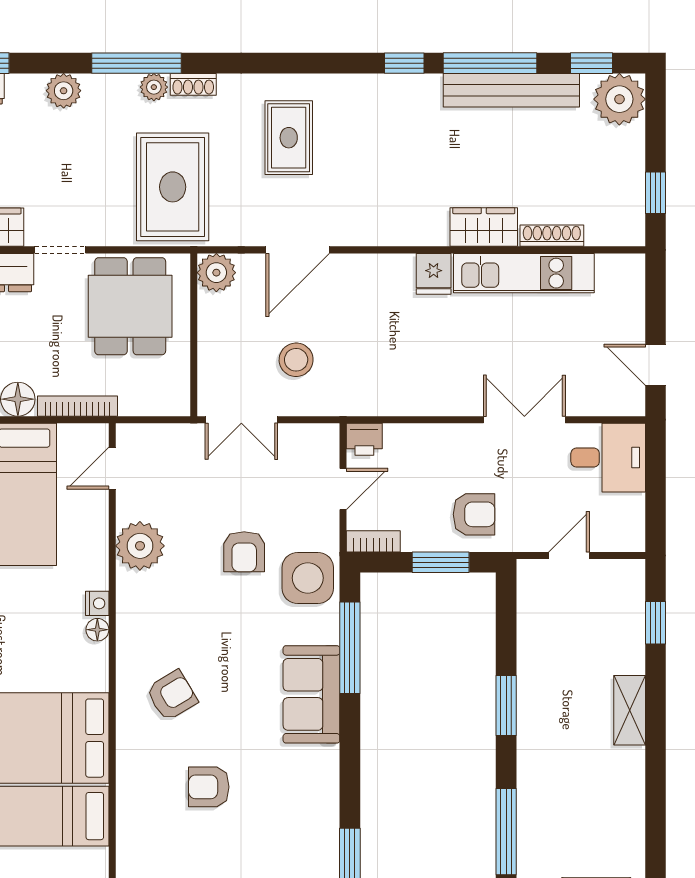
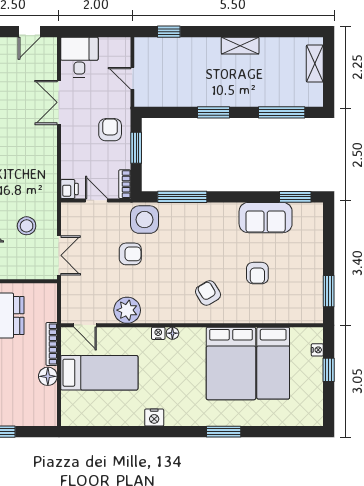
sofa: (311, 694) -> (266, 218), moved
shelving: (630, 710) -> (240, 46), moved

